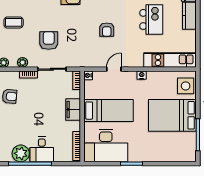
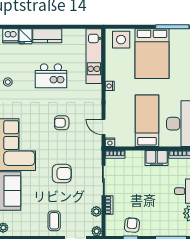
kitchen island: (151, 19) -> (51, 76), turned 180
armchair: (107, 30) -> (62, 123), turned 180
armchair: (49, 40) -> (62, 173), moved, turned 180
door: (114, 69) -> (103, 127), moved
filing cabinet: (73, 109) -> (157, 158), moved

